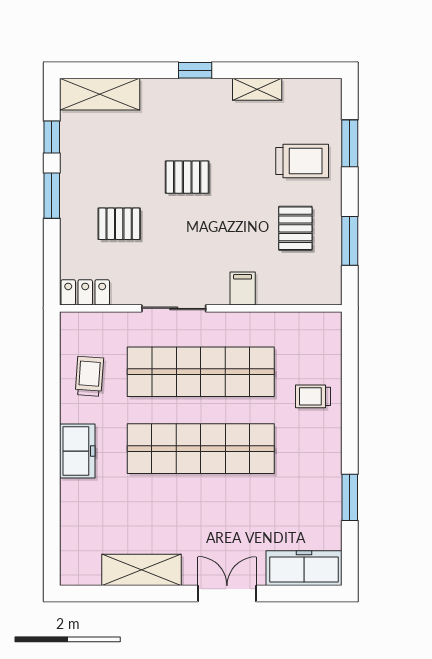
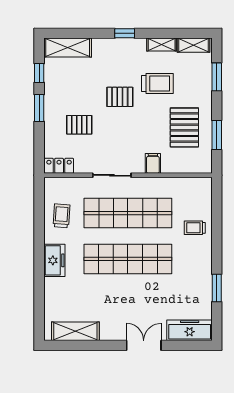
shelving: (311, 90) -> (194, 45), added
trolley: (302, 161) -> (157, 84), moved
pallet: (295, 228) -> (184, 127), width x1.50, depth x1.42
shelving: (141, 570) -> (75, 331), moved

